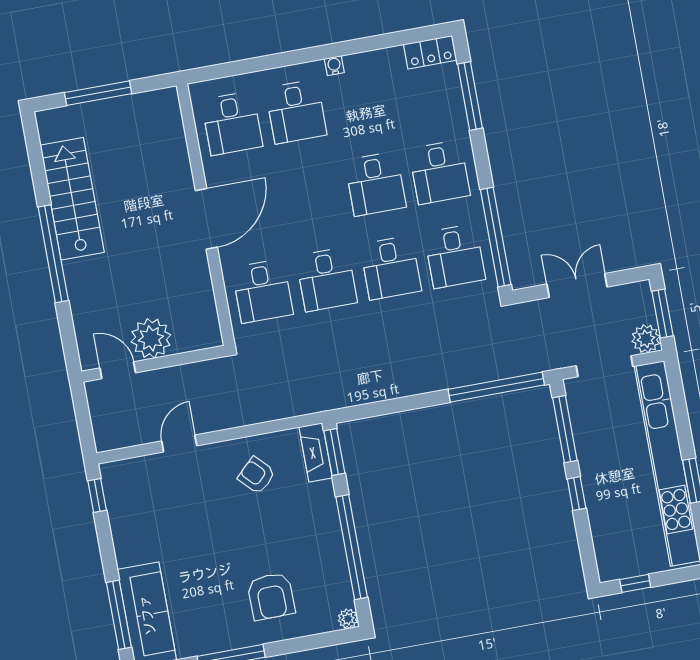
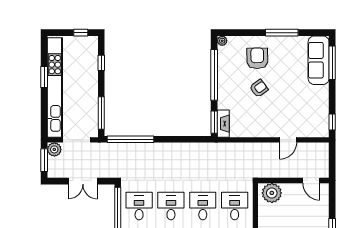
plant: (151, 338) -> (272, 193), moved
armchair: (257, 475) -> (259, 88), moved, turned -82
window: (577, 494) -> (101, 63), moved

